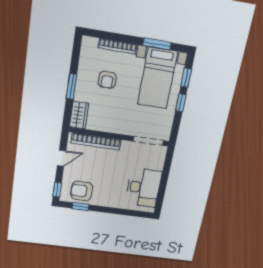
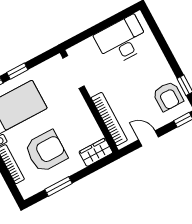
armchair: (107, 80) -> (46, 151), width x1.88, depth x1.88
window: (71, 86) -> (59, 186), moved

